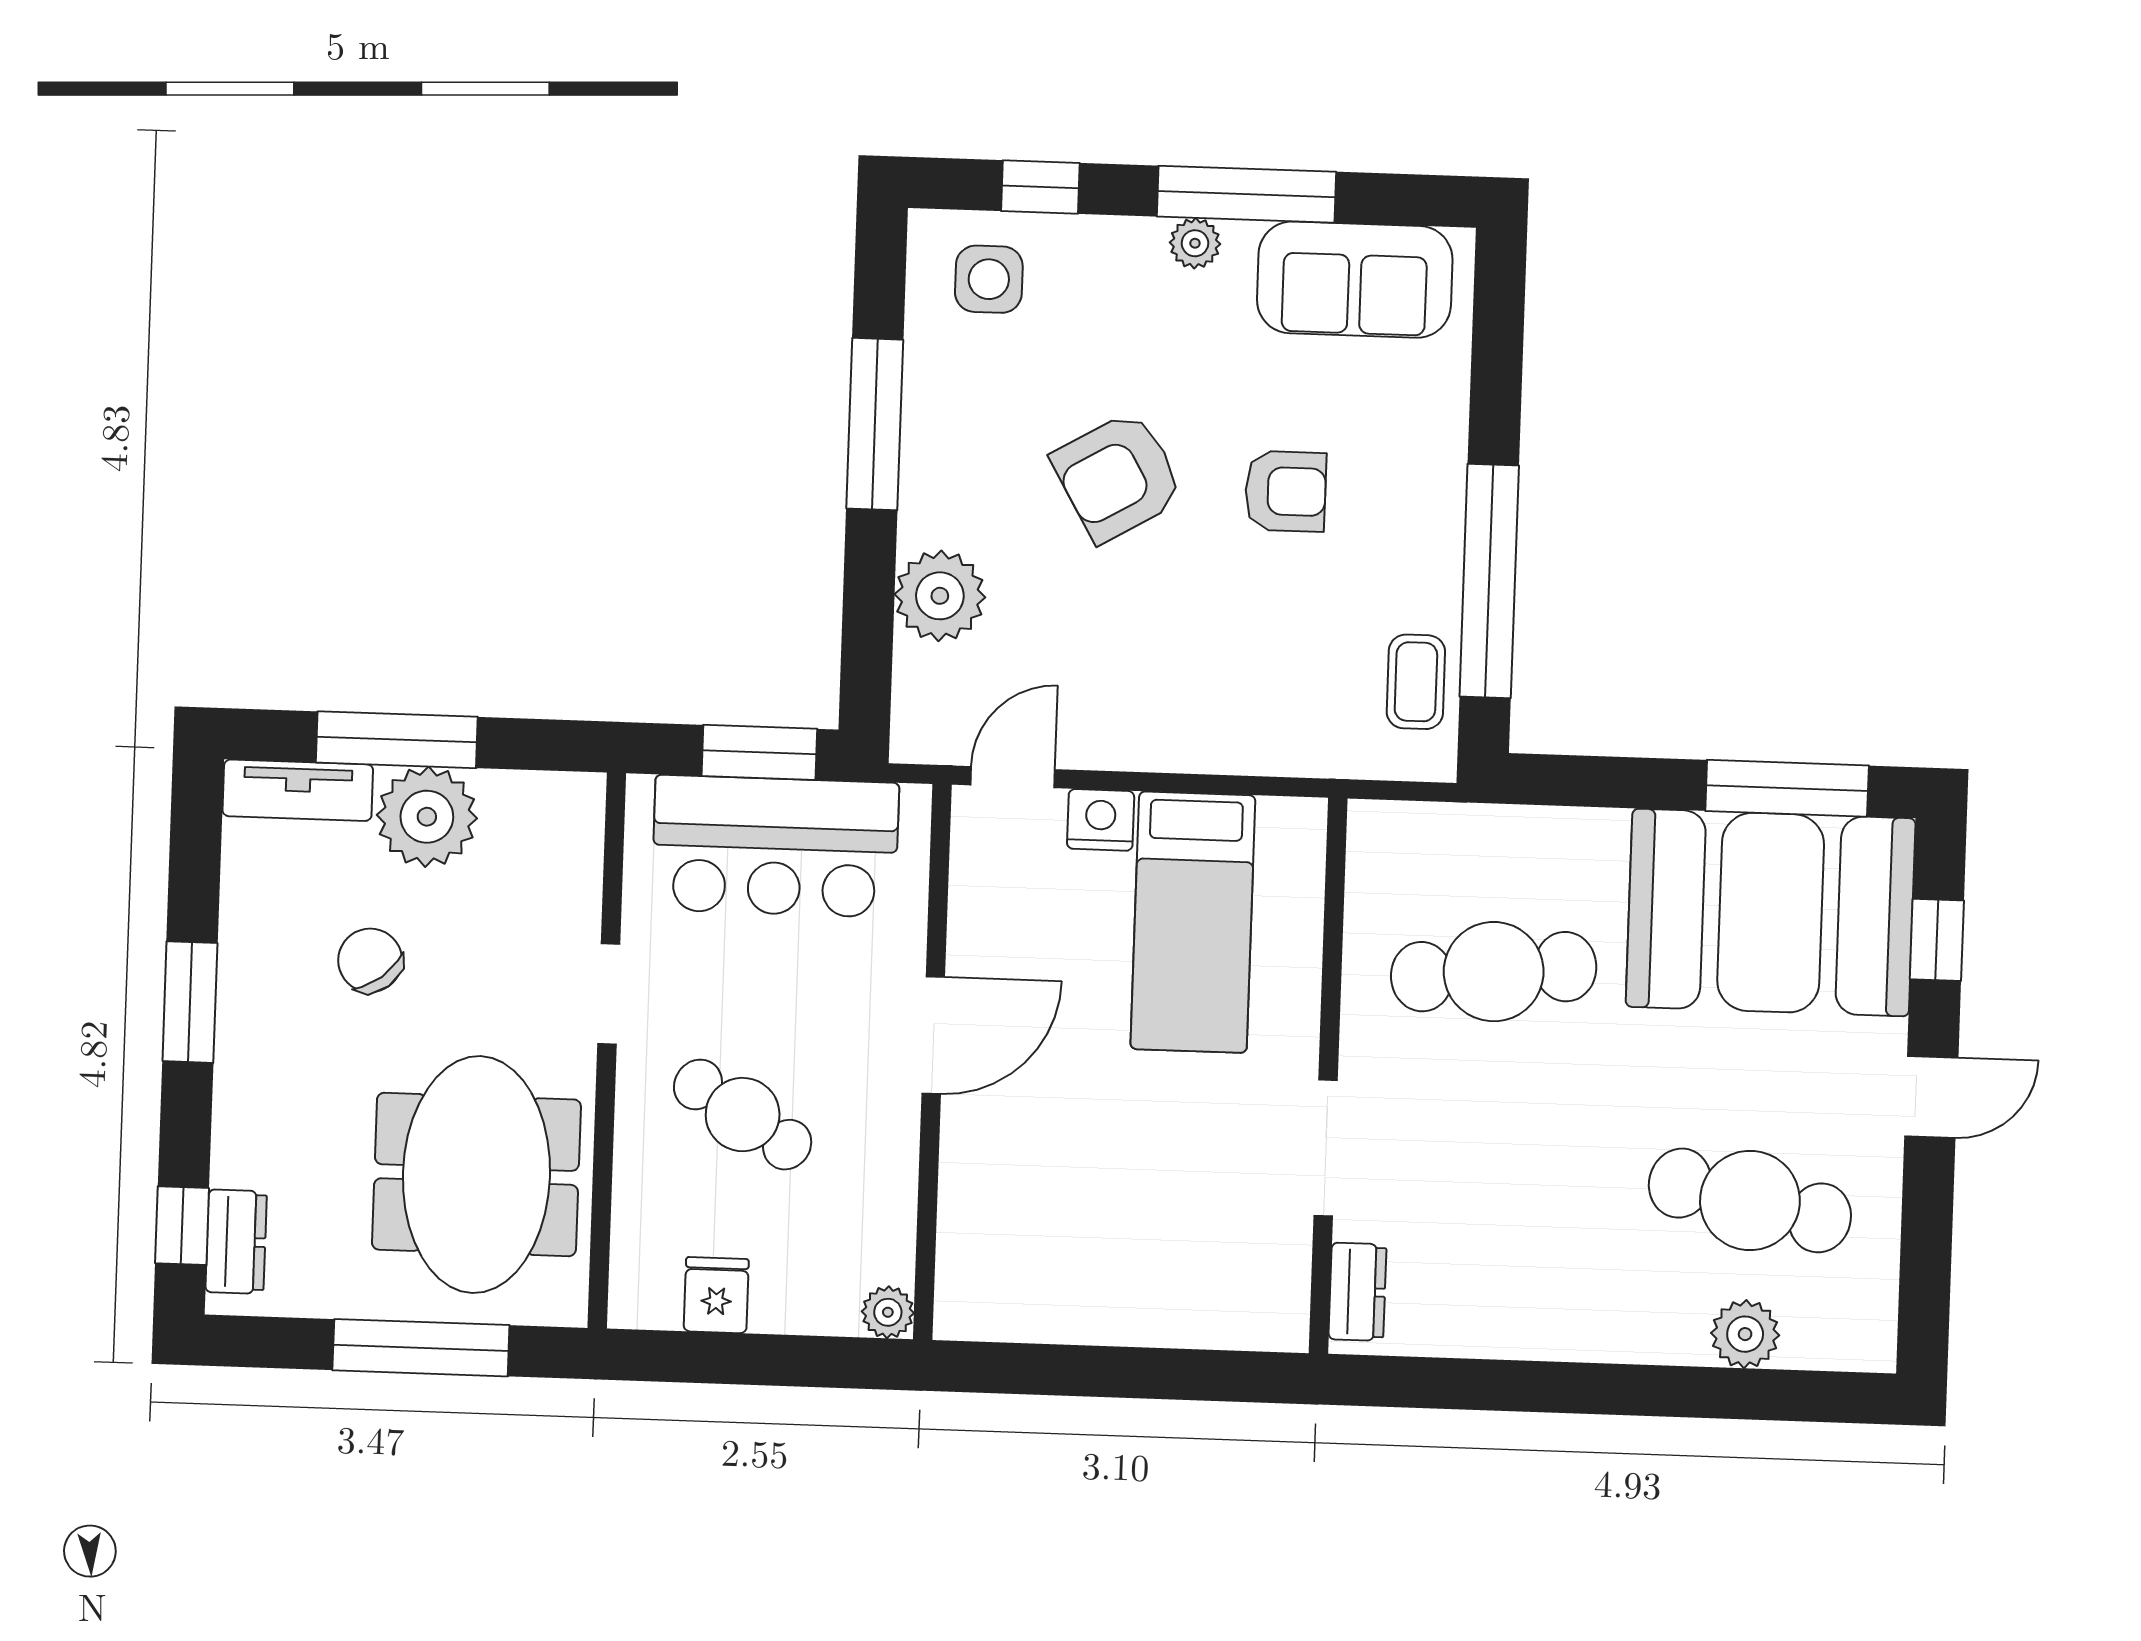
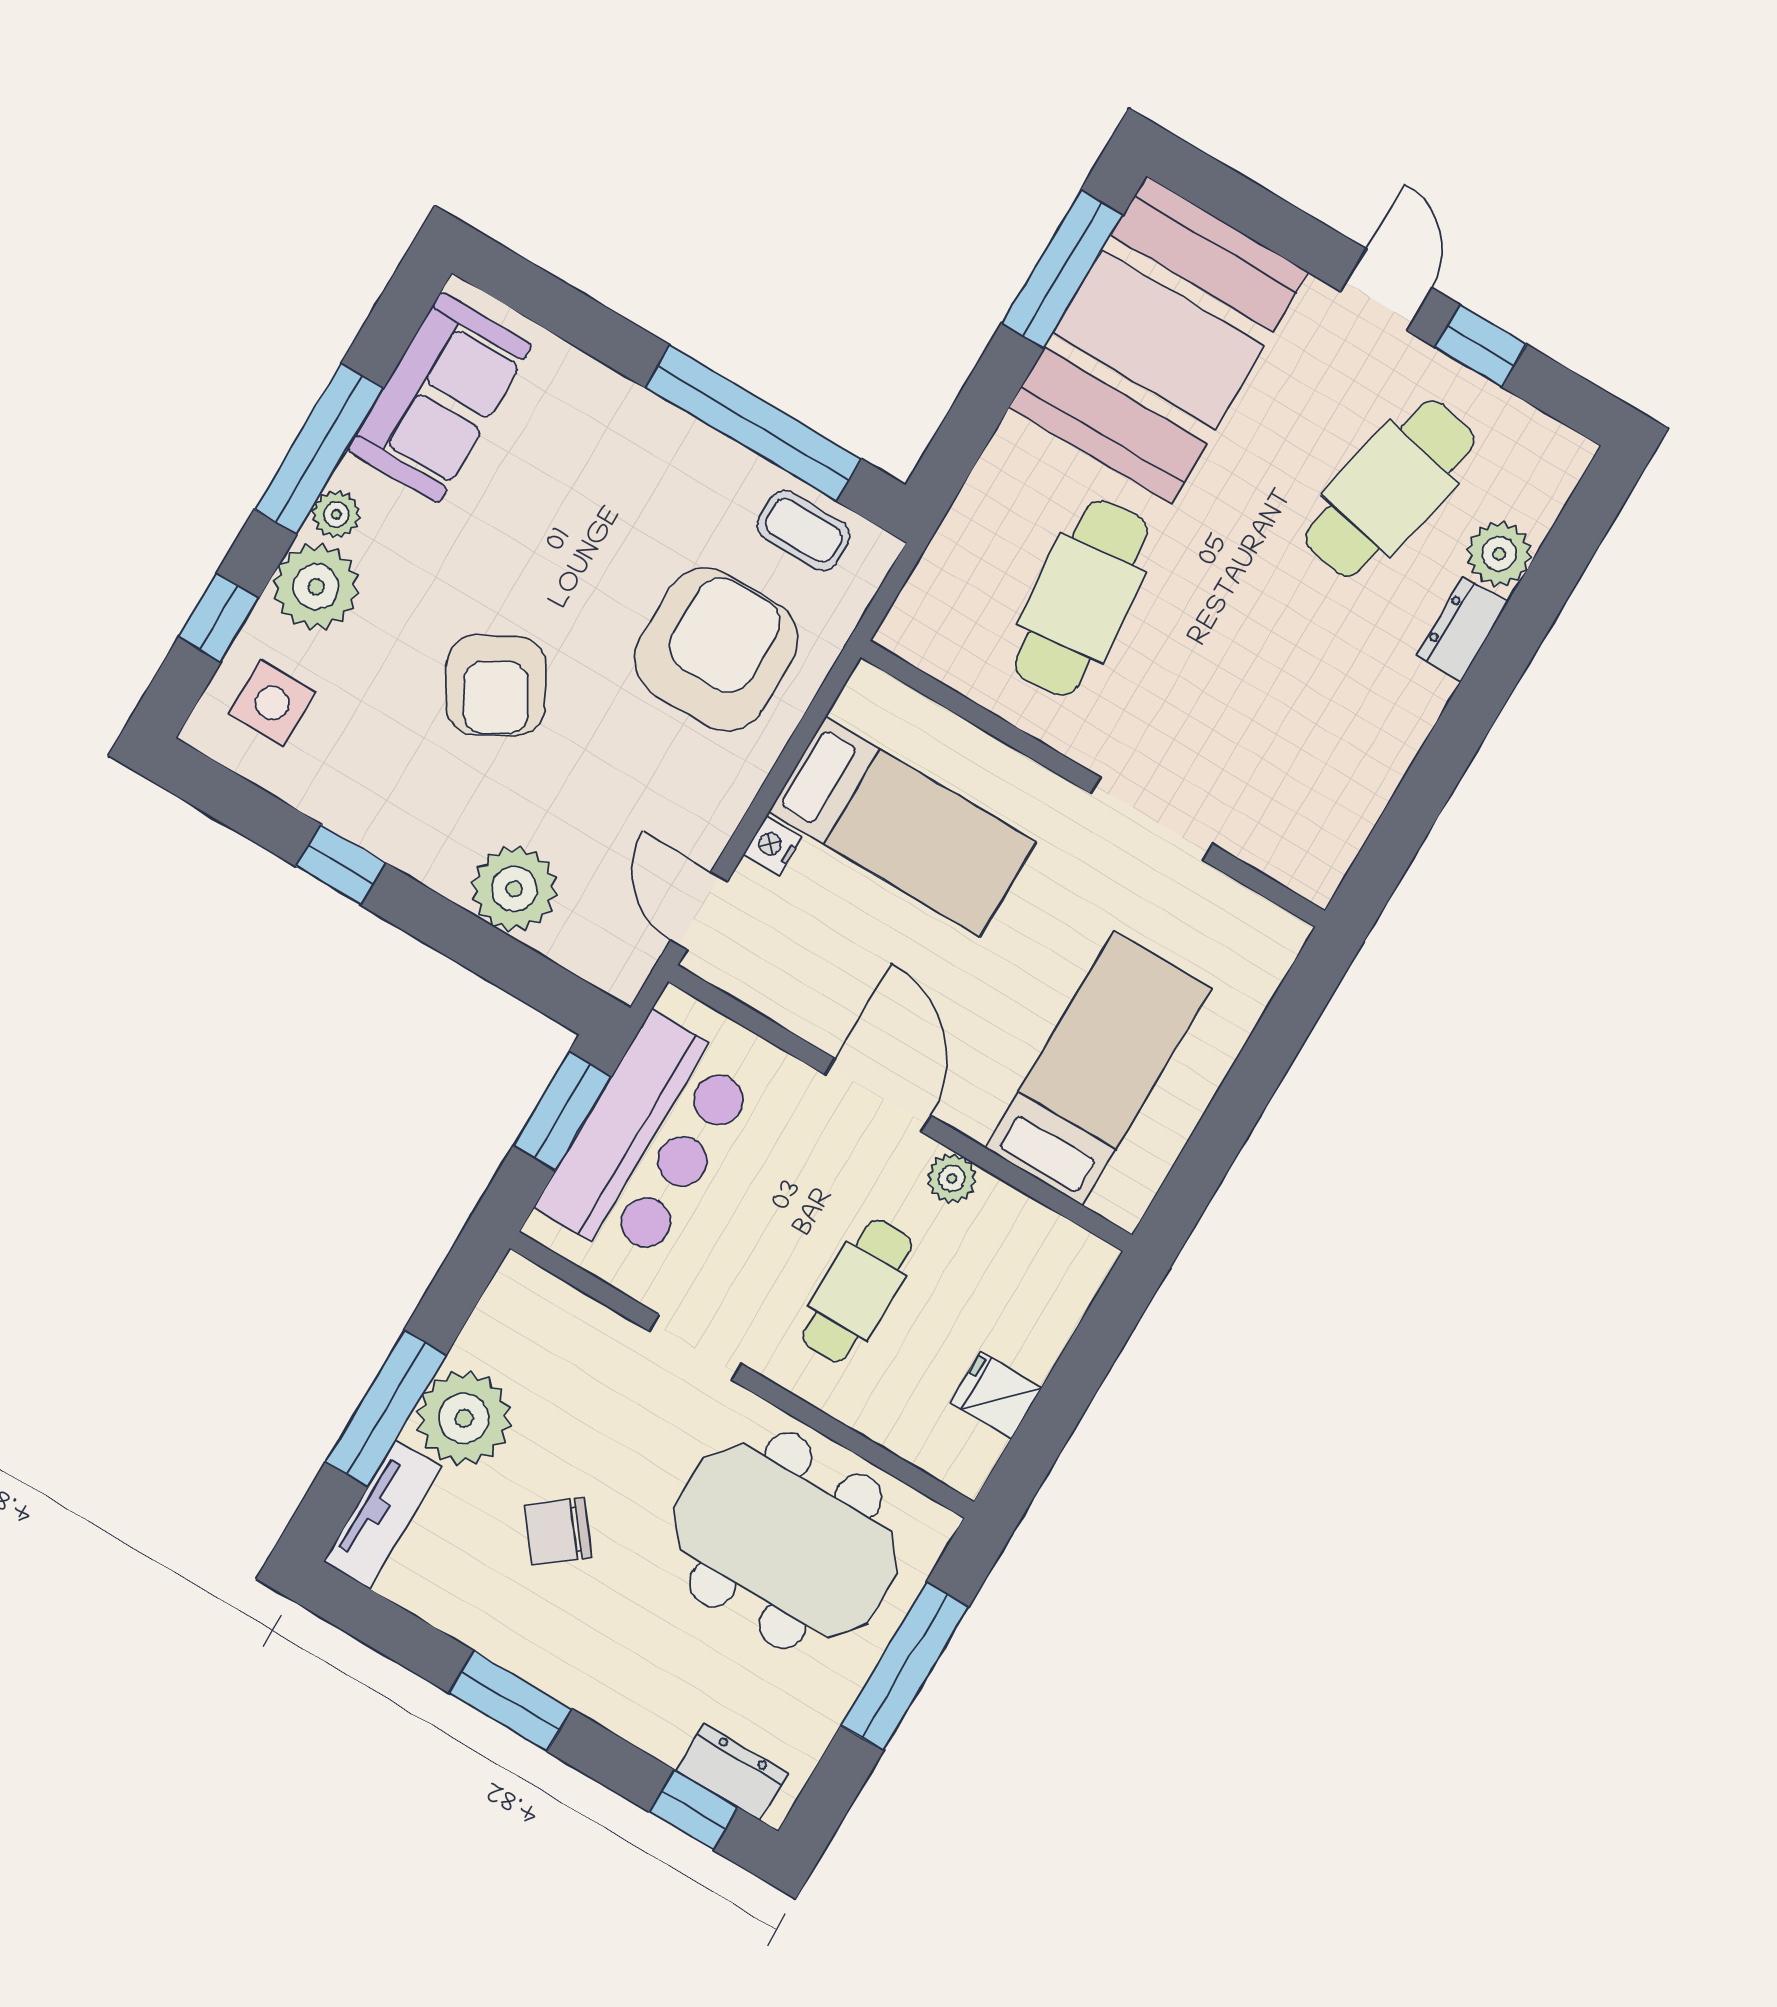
plant: (1118, 261) -> (316, 587), added
window: (875, 424) -> (341, 865), width x0.46
armchair: (1286, 491) -> (716, 649), moved, width x1.88, depth x1.88
nightstand: (1101, 820) -> (773, 846), width x0.72, depth x0.74
window: (1937, 940) -> (1481, 346), moved
cafe table: (743, 1115) -> (857, 1291), turned -32
bed: (1069, 1224) -> (1098, 1068), added
dresser: (1357, 1292) -> (1462, 629), moved, turned -90
plant: (888, 1312) -> (952, 1178), moved

